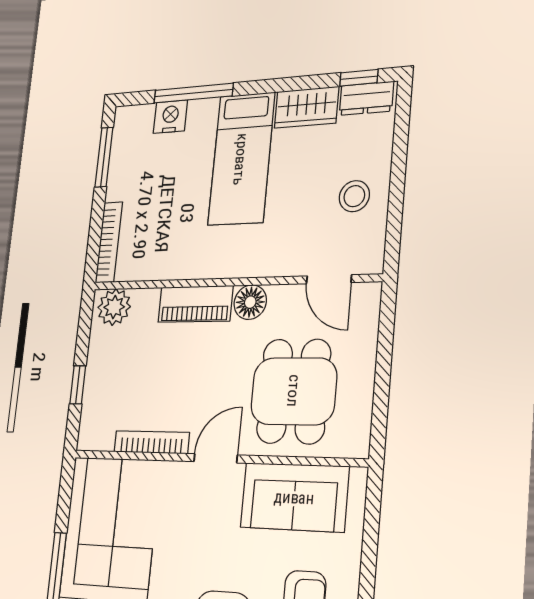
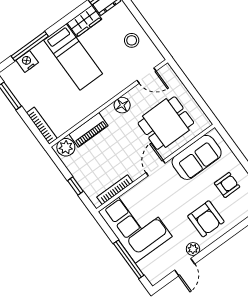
piano: (195, 304) -> (89, 130), moved
dining table: (294, 391) -> (166, 123), turned 90
bookcase: (151, 442) -> (115, 190), moved

